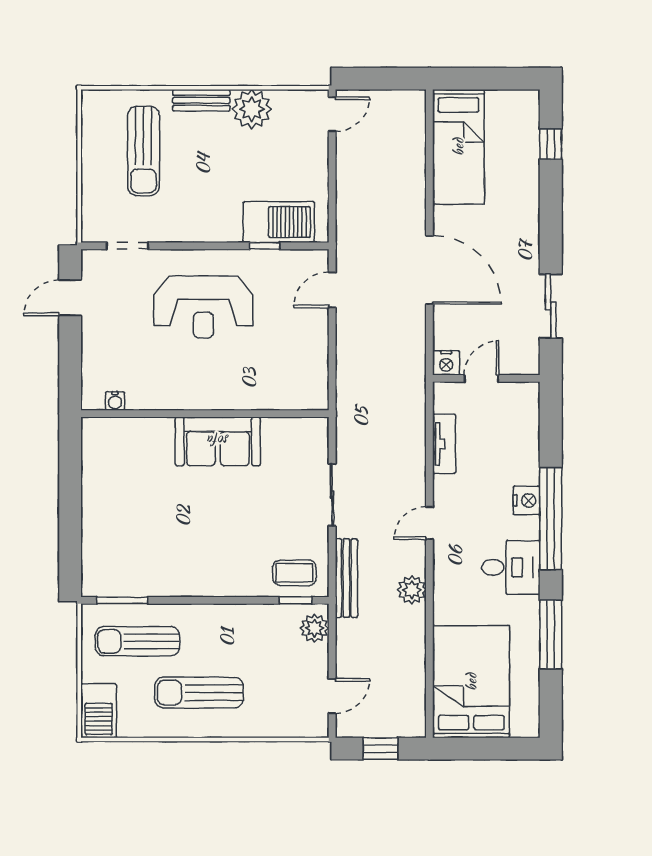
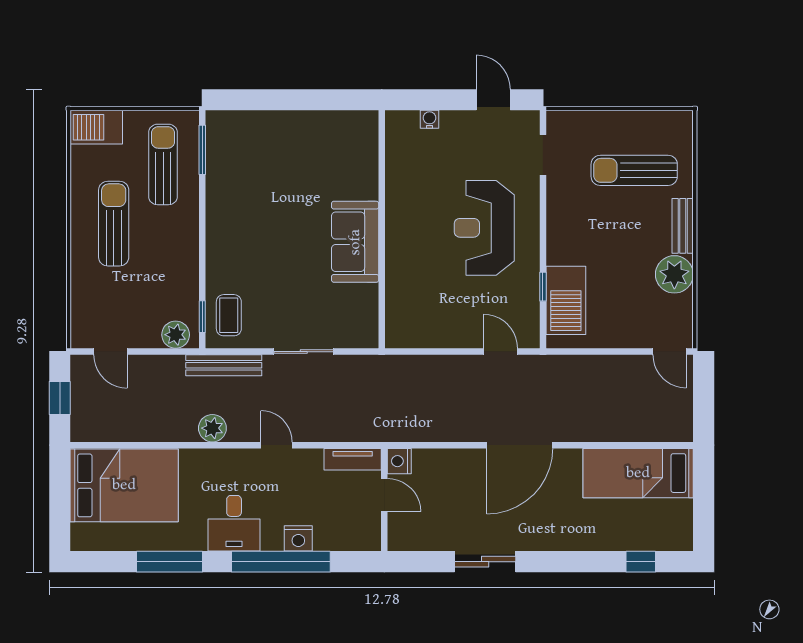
nightstand: (446, 363) -> (399, 461), moved
door: (481, 378) -> (384, 495), moved
wall: (486, 378) -> (384, 500), moved
water cooler: (115, 401) -> (429, 119), moved, turned 90

